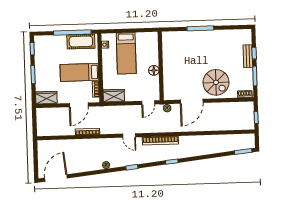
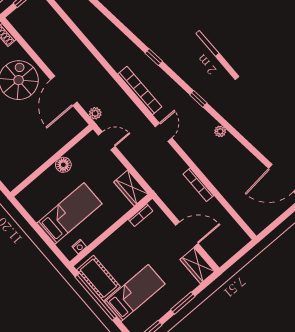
bed: (79, 72) -> (135, 293), moved, turned -90
door: (192, 101) -> (64, 91), swing flipped
door: (79, 105) -> (187, 234), moved

